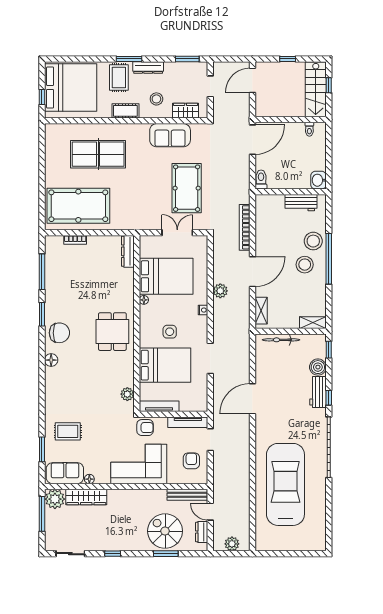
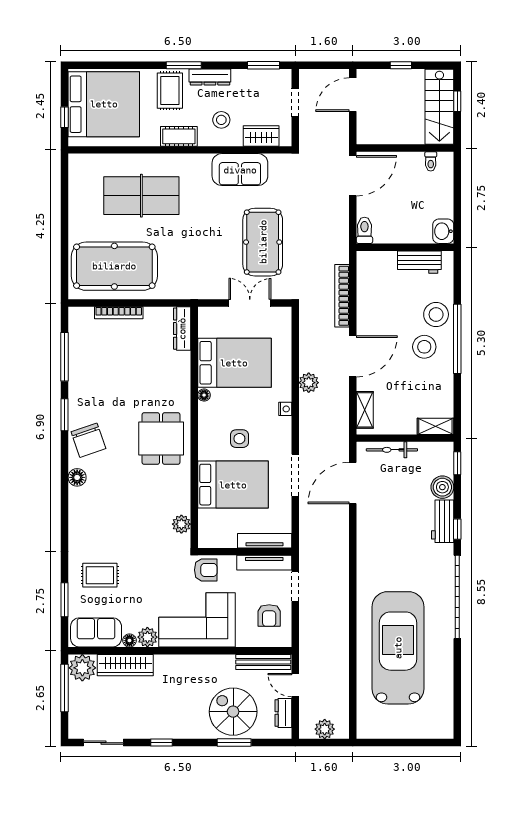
bookcase: (75, 240) -> (119, 313), width x1.56
chair: (59, 333) -> (88, 440), turned 71
door: (252, 399) -> (353, 483), moved
tv unit: (159, 406) -> (265, 541), moved
armchair: (191, 461) -> (269, 615), turned 180
plant: (103, 477) -> (147, 637), added

